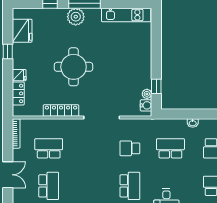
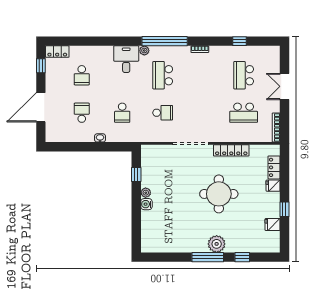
kitchen unit: (126, 15) -> (166, 246), removed
fridge: (22, 31) -> (273, 225), width x0.53, depth x0.75
plant: (147, 94) -> (146, 193), moved
water cooler: (146, 105) -> (146, 204), moved
school desk: (170, 148) -> (122, 113), width x0.54

